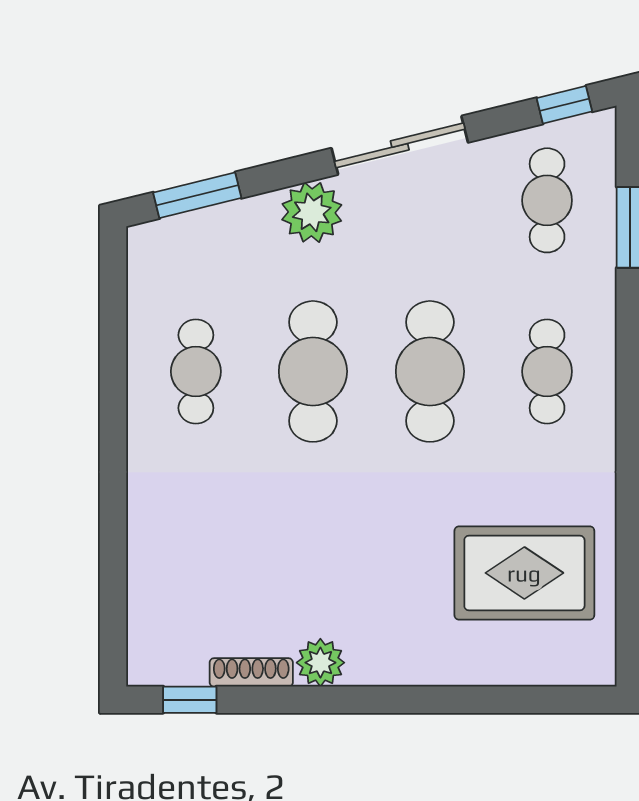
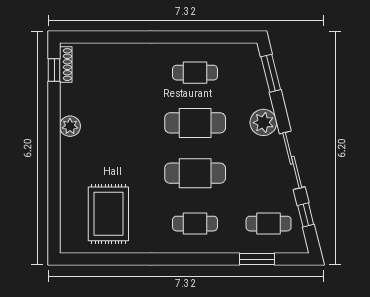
window: (564, 105) -> (306, 215), moved
shoe rack: (251, 672) -> (66, 65), moved

